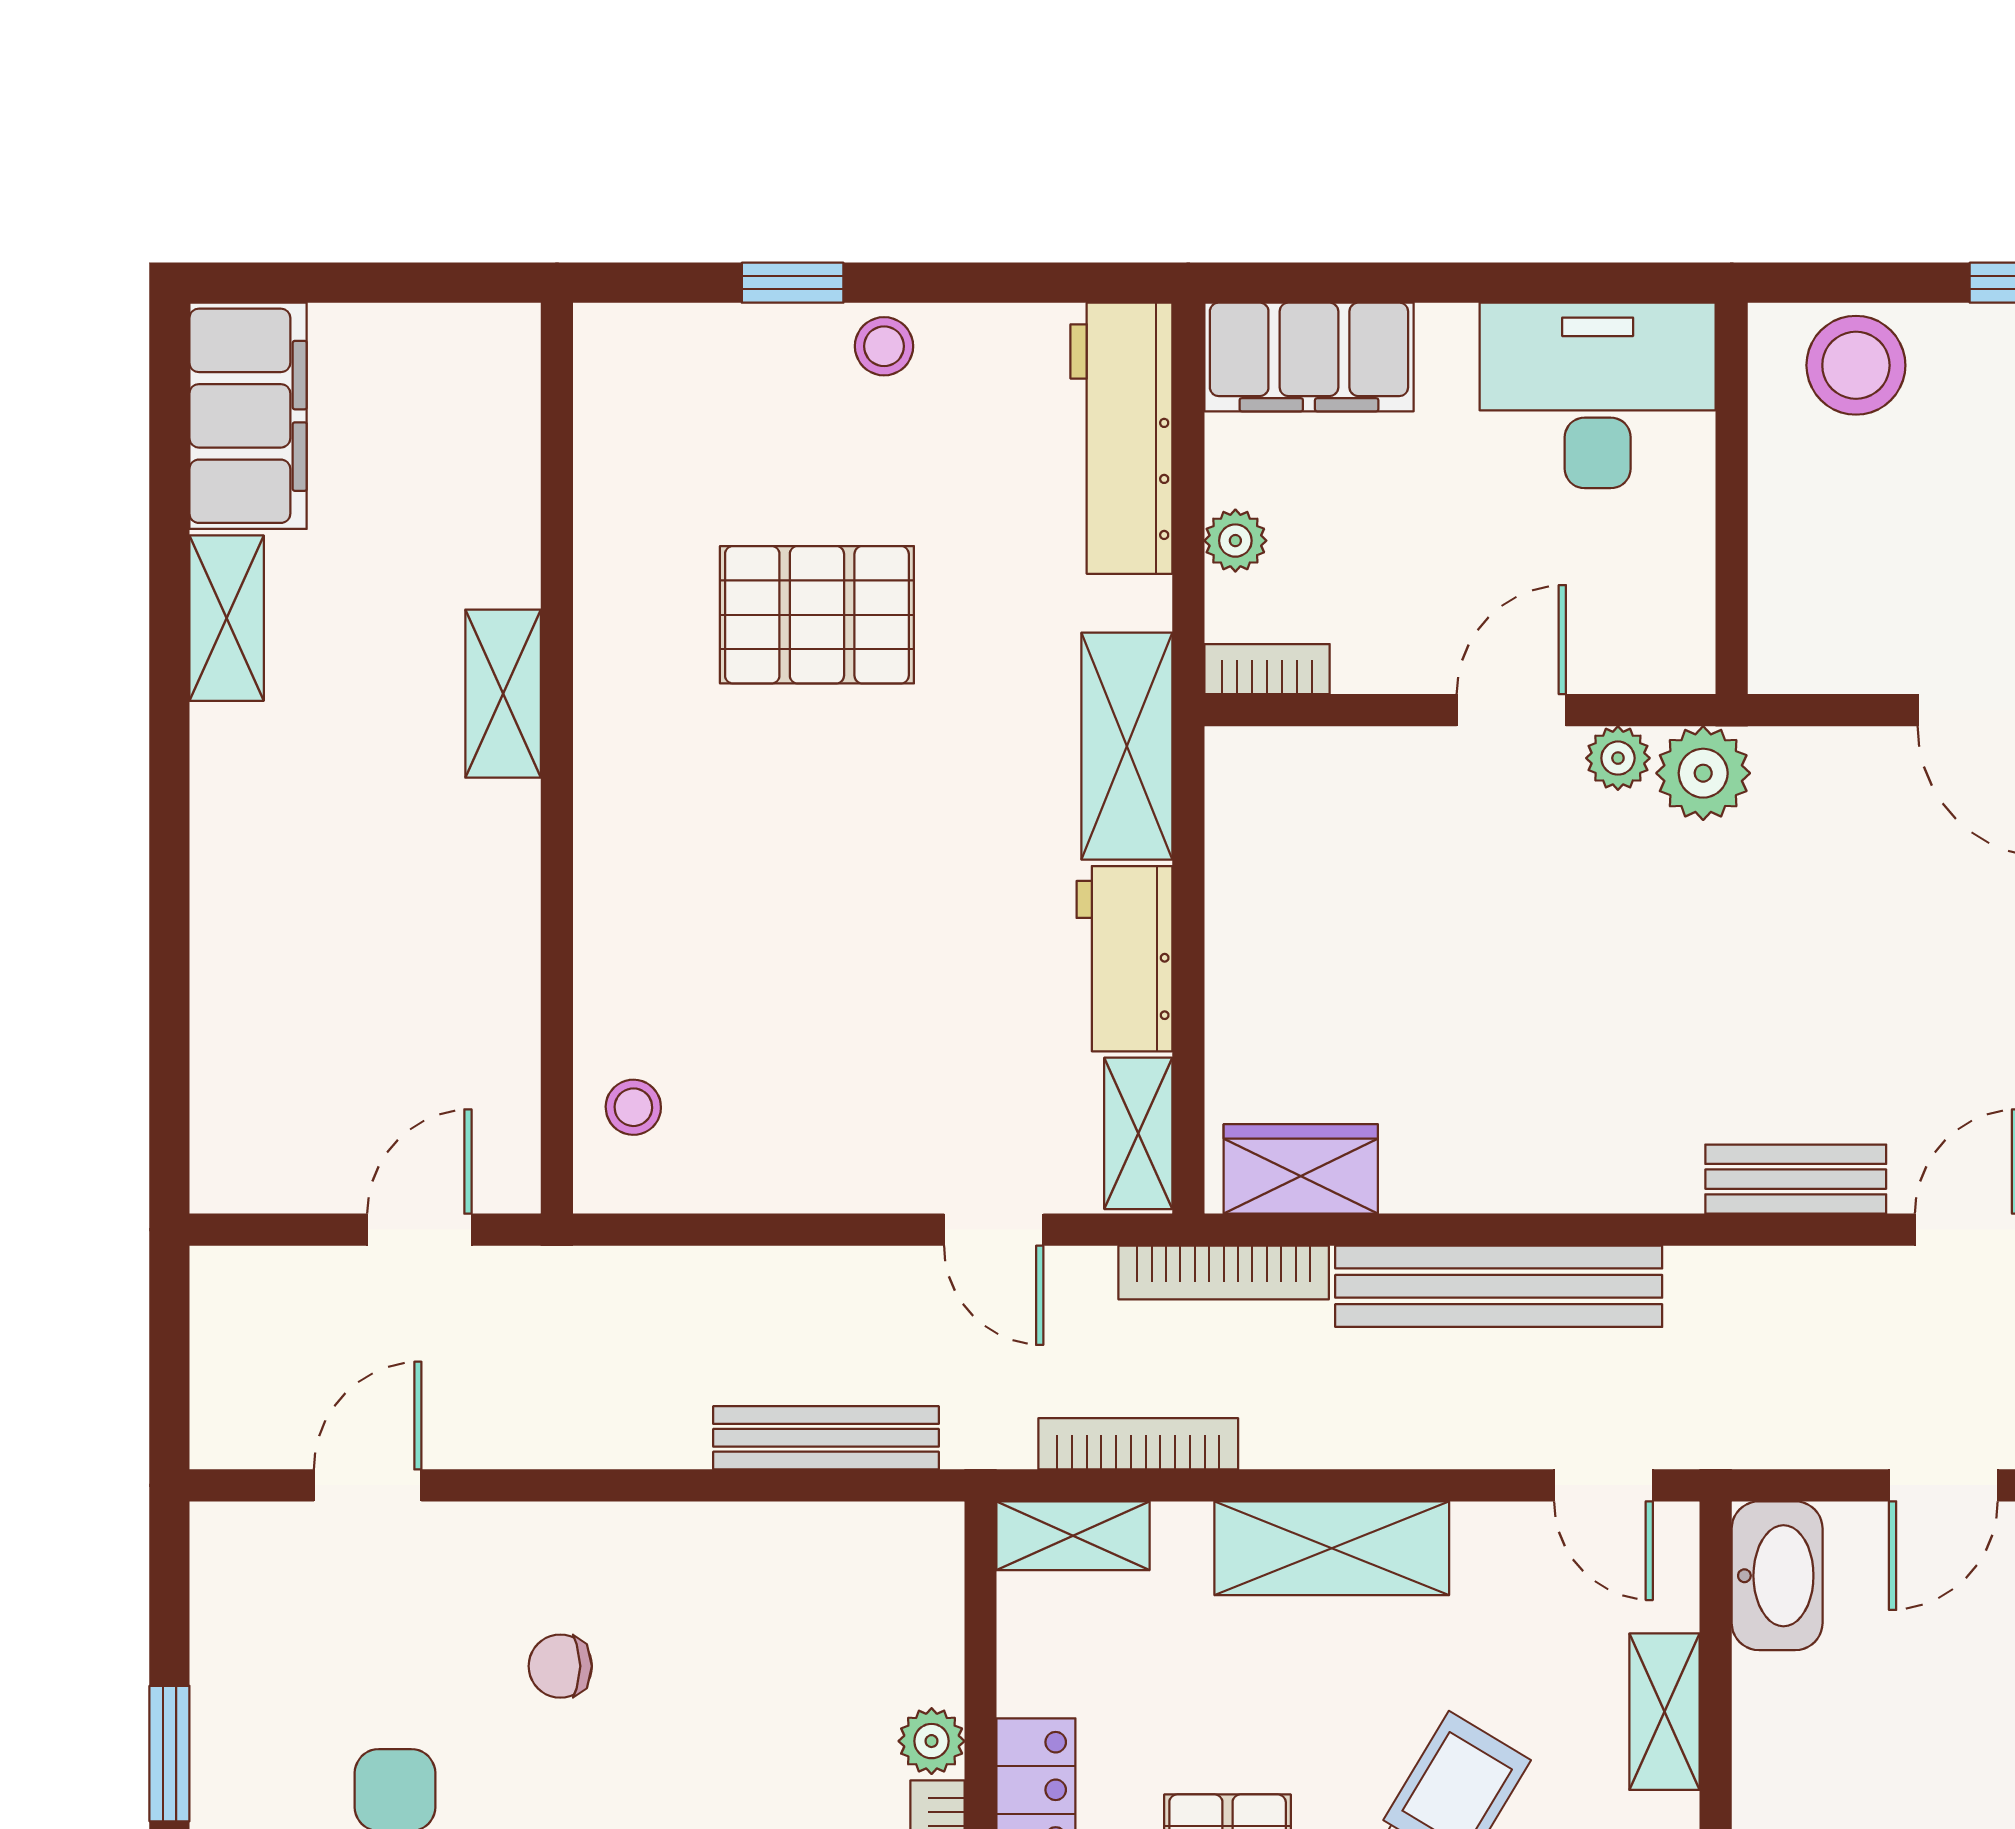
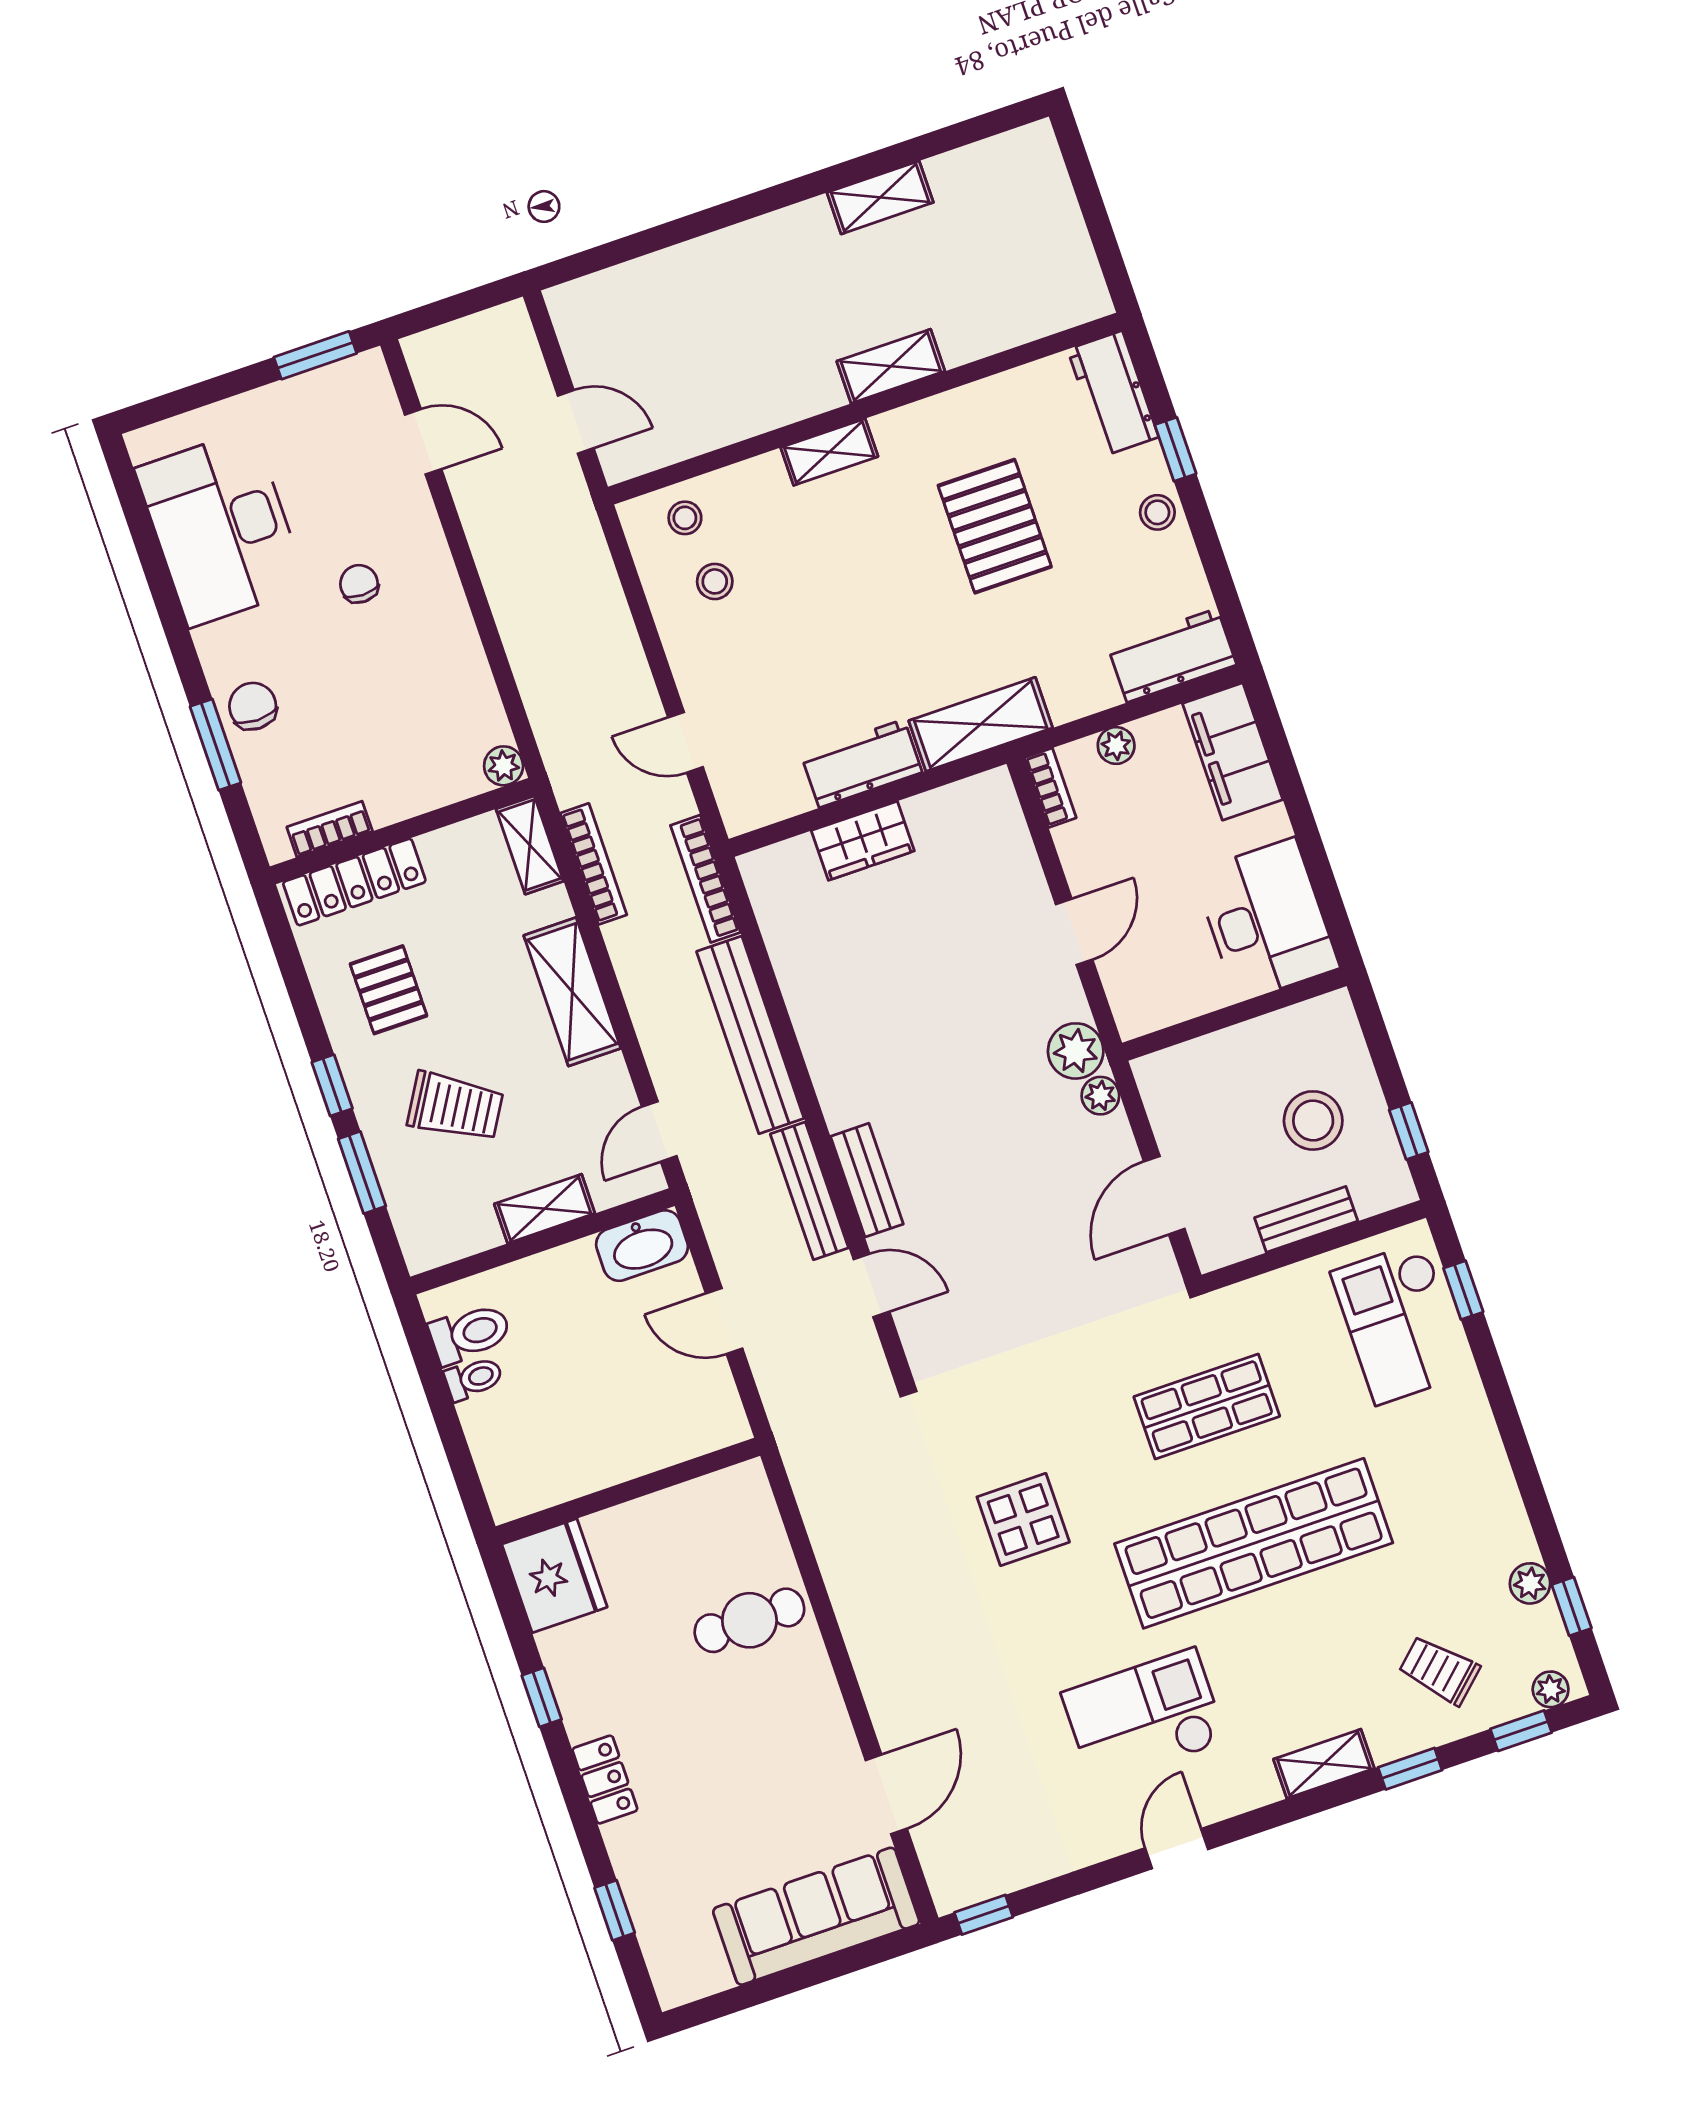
workbench: (669, 352) -> (1113, 393), added
stool: (1856, 365) -> (1313, 1120), moved
filing cabinet: (248, 416) -> (997, 171), removed
workbench: (1121, 438) -> (1172, 655), width x0.73
door: (1511, 710) -> (1074, 932), hinge flipped
plant: (1618, 758) -> (1100, 1096), moved
stool: (752, 1094) -> (715, 581), added
shelving: (1138, 1133) -> (829, 452), moved
wardrobe: (1301, 1169) -> (863, 841), moved, turned 90
door: (994, 1230) -> (685, 742), hinge flipped
bench: (826, 1438) -> (809, 1191), moved
plant: (932, 1741) -> (504, 766), moved
window: (169, 1754) -> (315, 355), moved

